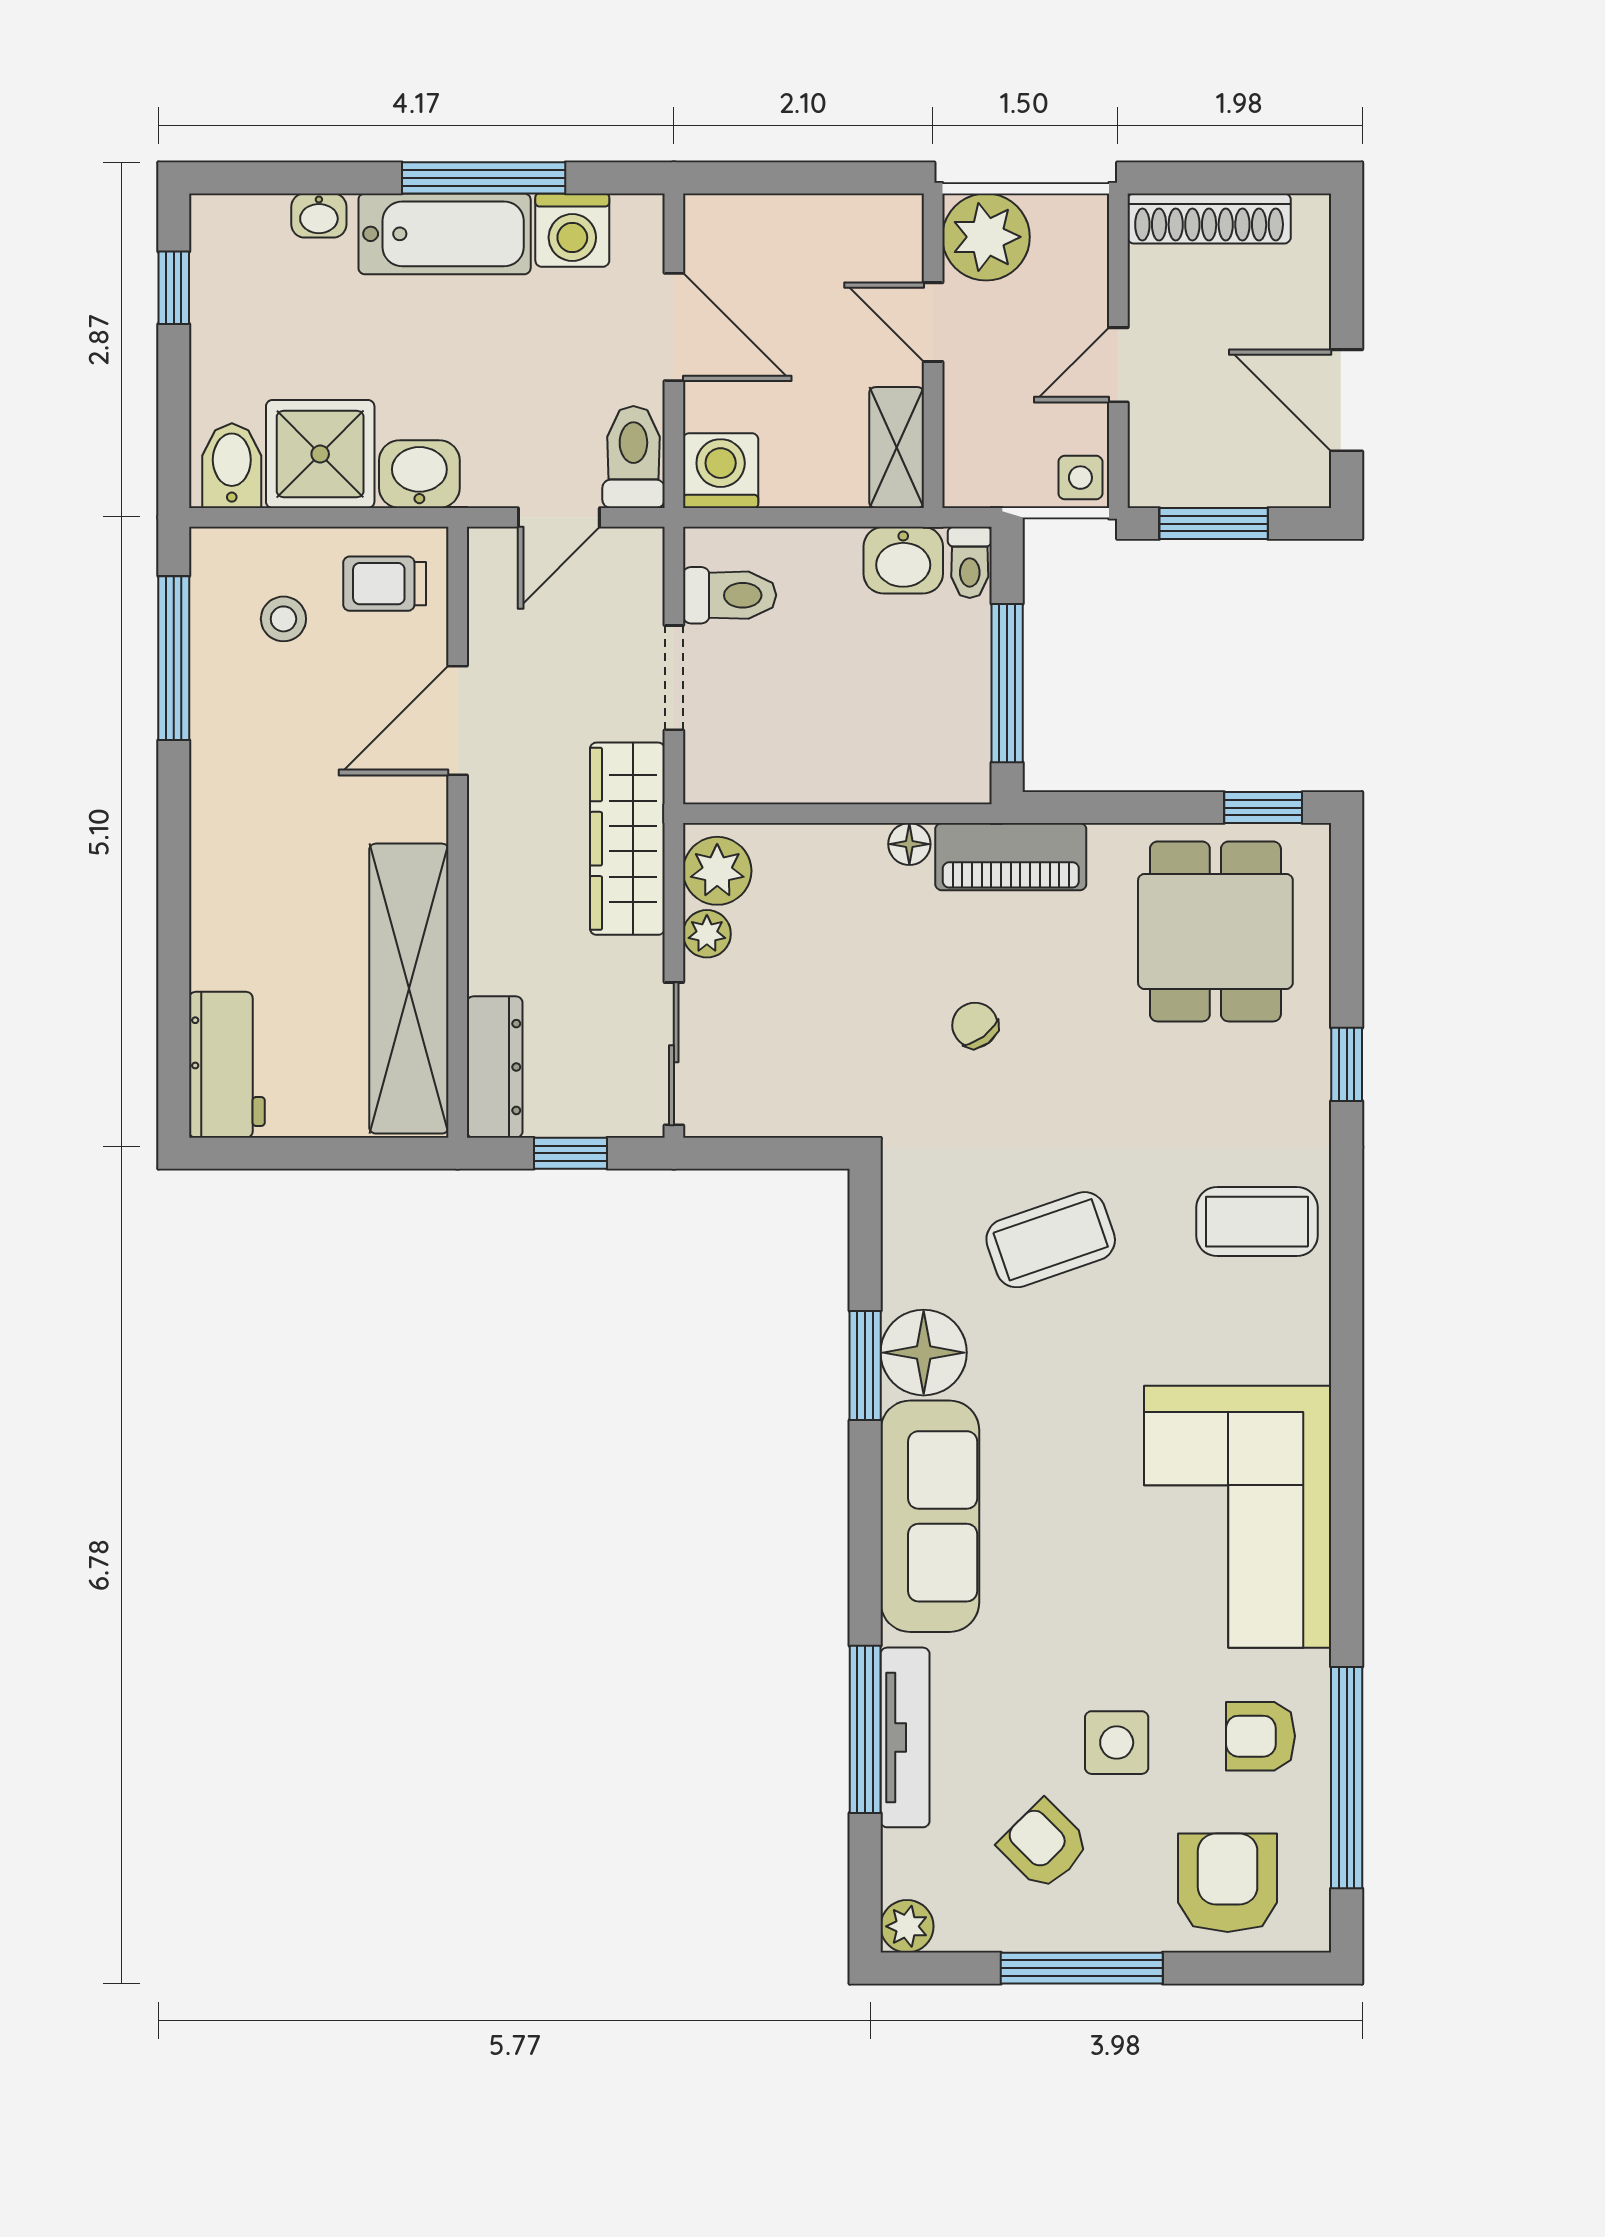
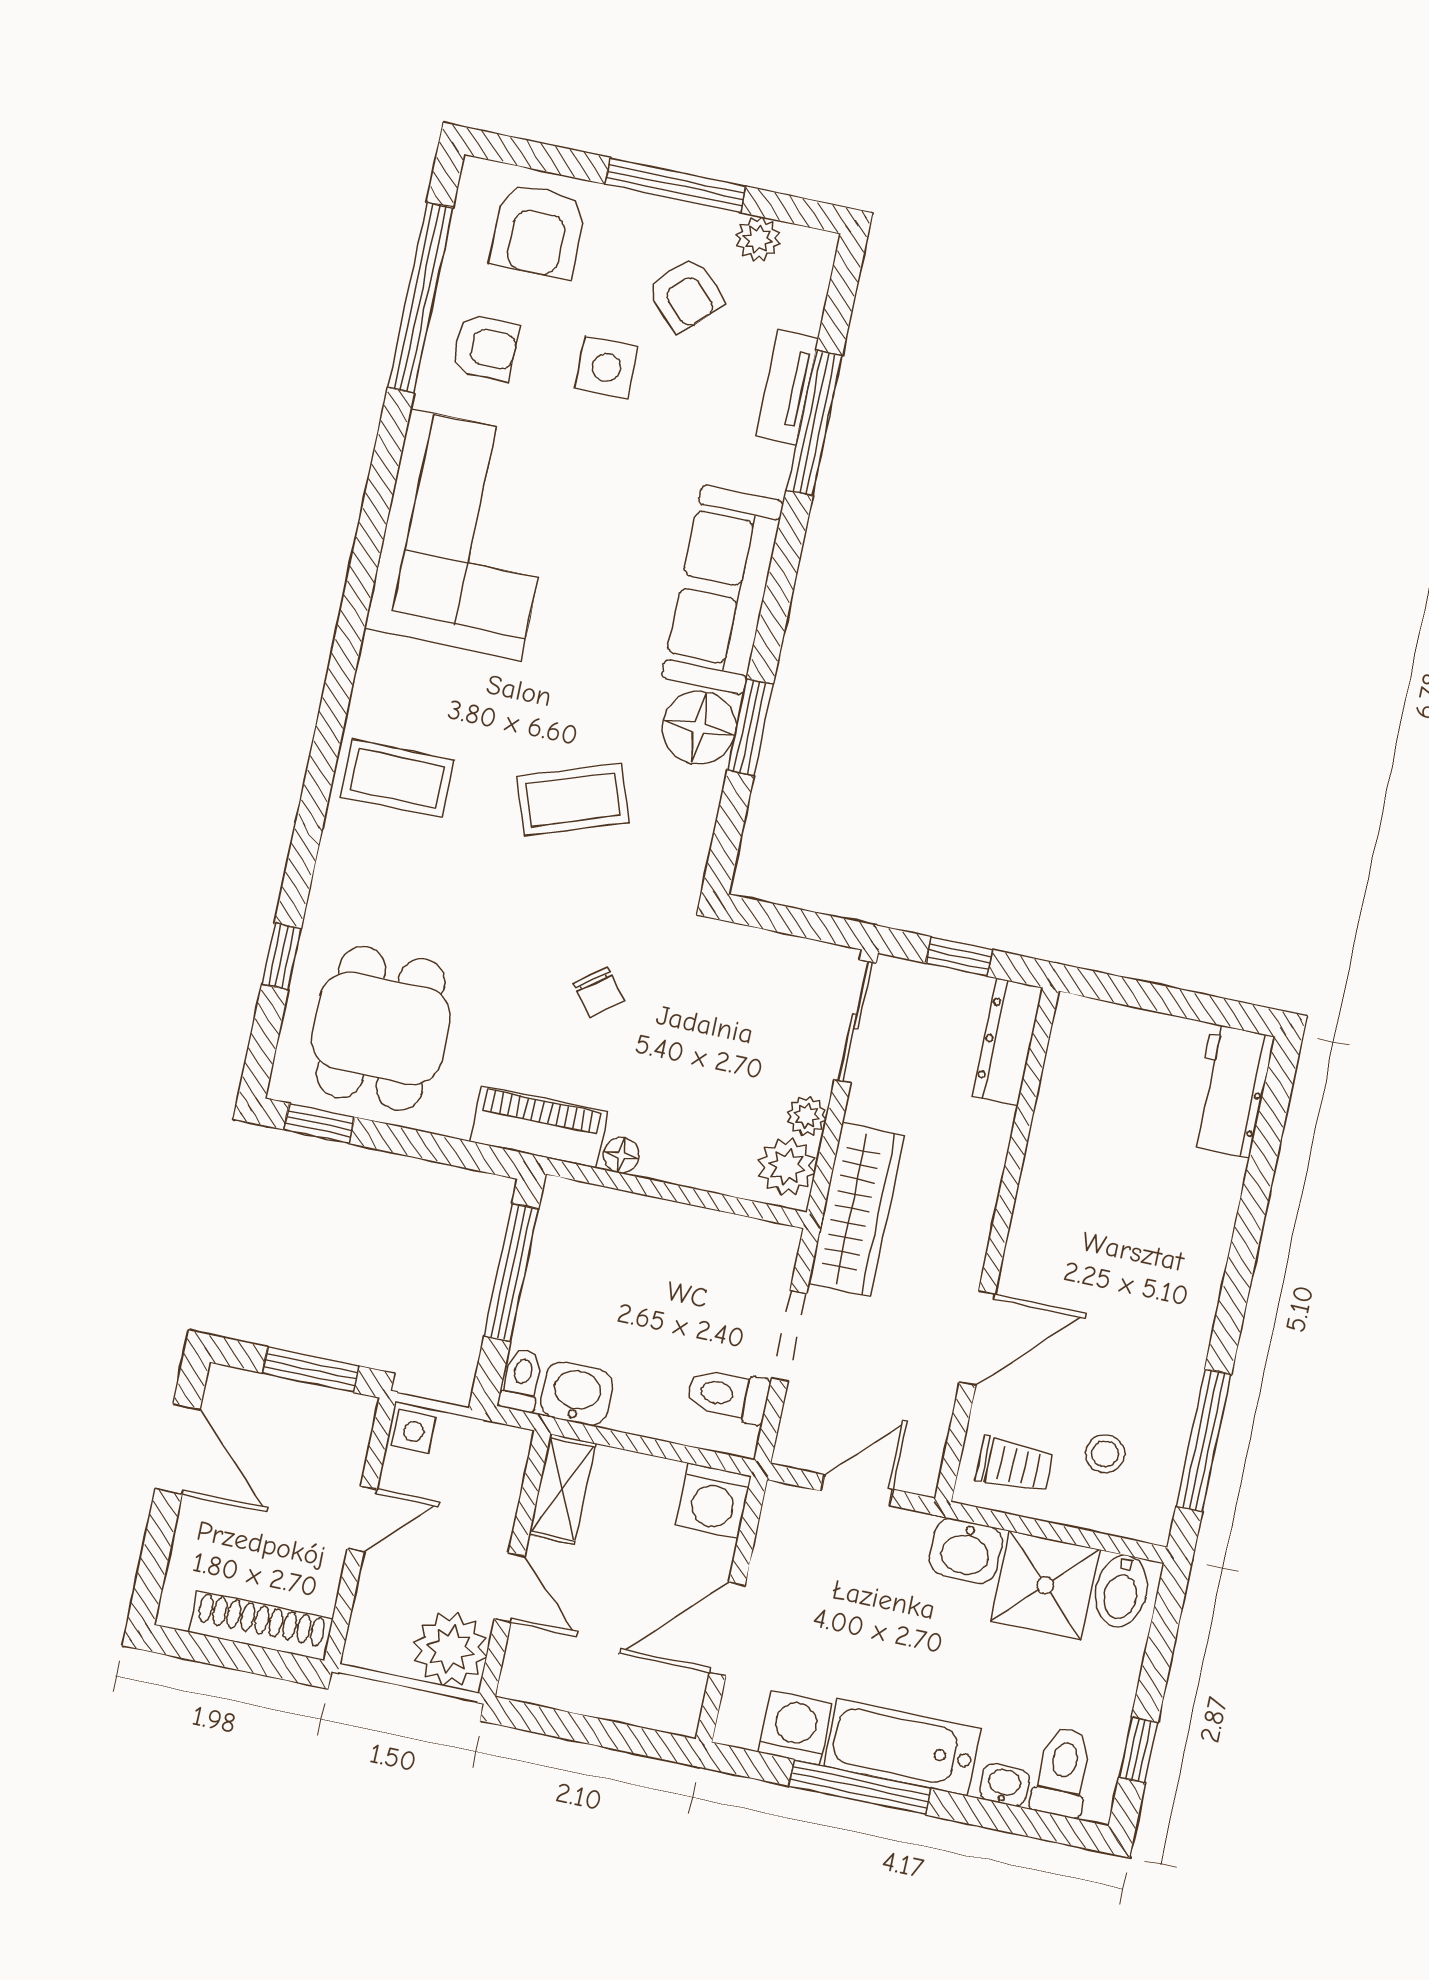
door: (674, 327) -> (727, 1629), hinge flipped
toilet: (633, 457) -> (1062, 1772), moved, turned 180
shelving: (409, 989) -> (1065, 1123), removed
window: (1347, 1064) -> (281, 956), moved
tv unit: (905, 1737) -> (787, 387), width x0.71
plant: (907, 1926) -> (758, 239), moved

